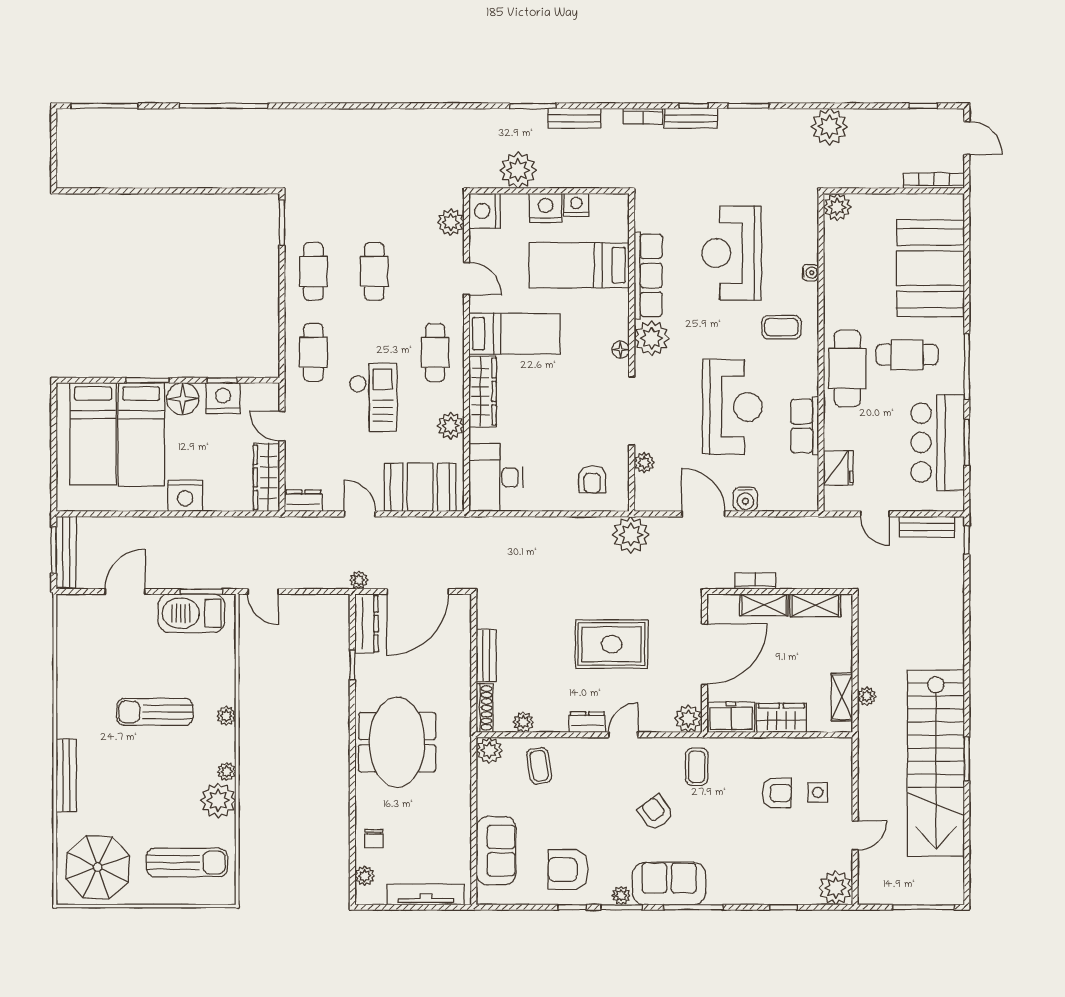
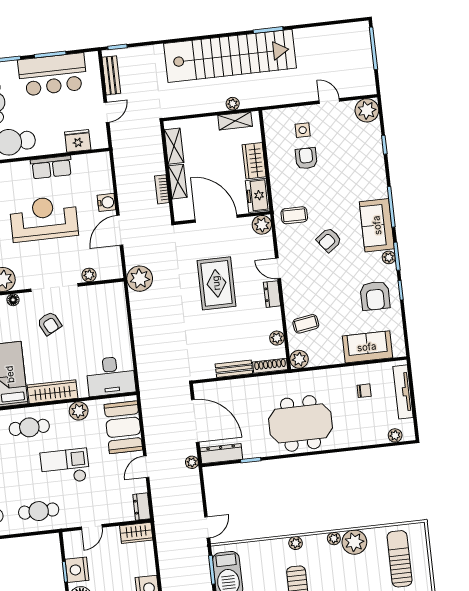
wardrobe: (266, 477) -> (136, 533), width x0.67
armchair: (592, 479) -> (49, 323), moved, turned 63
stairs: (936, 763) -> (230, 56), moved
chair: (374, 839) -> (364, 391), moved

